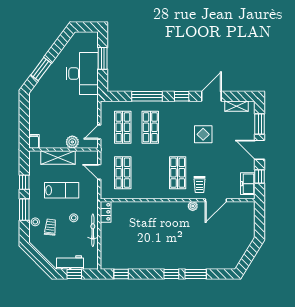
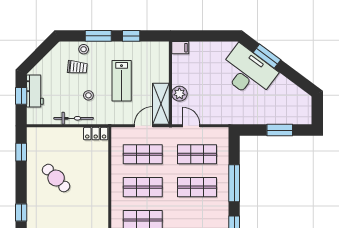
desk: (82, 74) -> (248, 72), moved, turned -143
shelving: (58, 157) -> (161, 104), moved
shop shelf: (150, 173) -> (143, 187), added
cafe table: (143, 245) -> (56, 178), added

